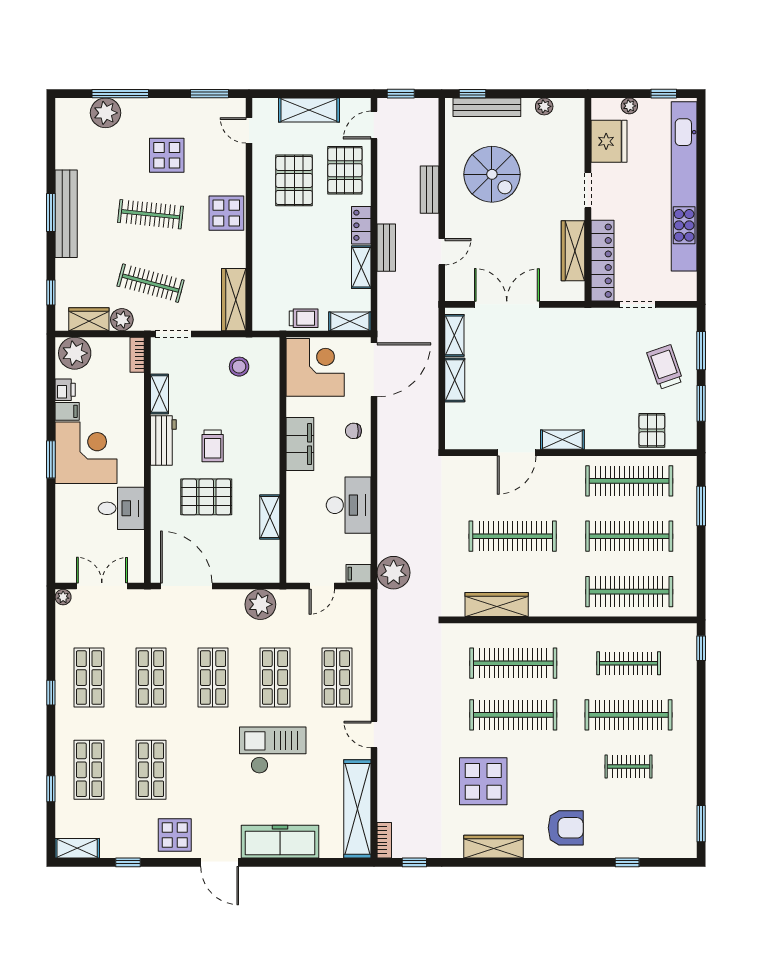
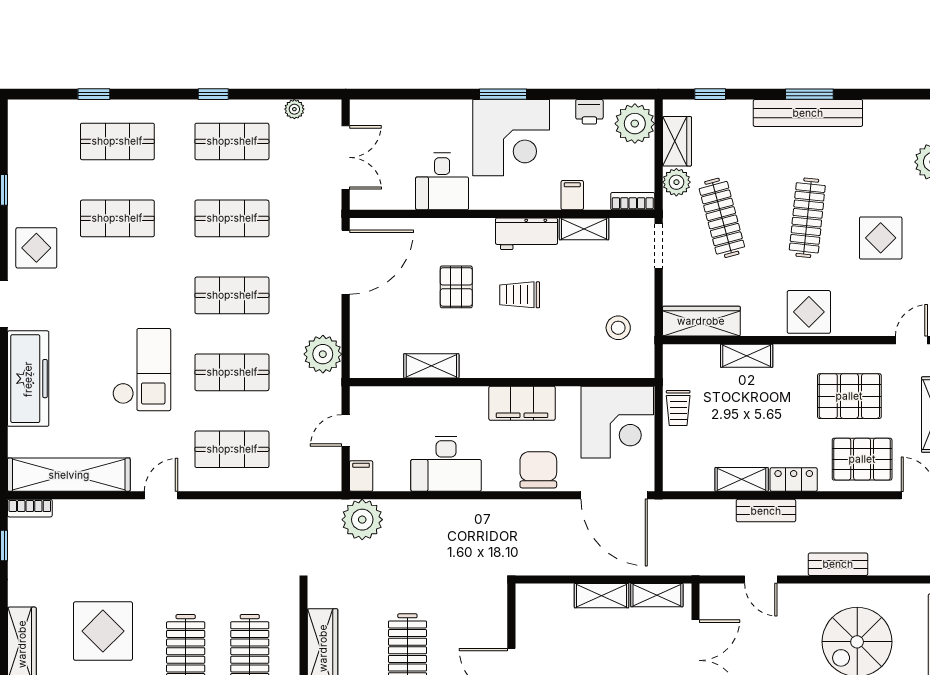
clothes rail: (151, 283) -> (722, 218), turned -30
shelving: (350, 321) -> (747, 356), moved, turned 90
filing cabinet: (67, 411) -> (572, 195), moved, turned 180
chair: (353, 431) -> (538, 470), width x1.87, depth x1.87
pallet: (206, 497) -> (456, 287), width x0.67, depth x0.71
door: (322, 586) -> (346, 431), hinge flipped
plant: (63, 597) -> (294, 109), moved
shelving: (77, 848) -> (20, 127), removed

